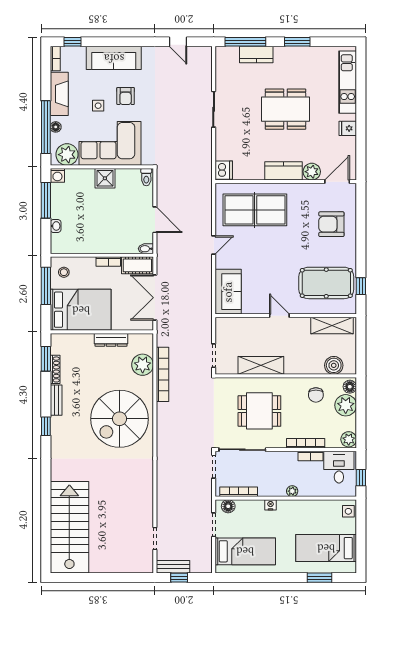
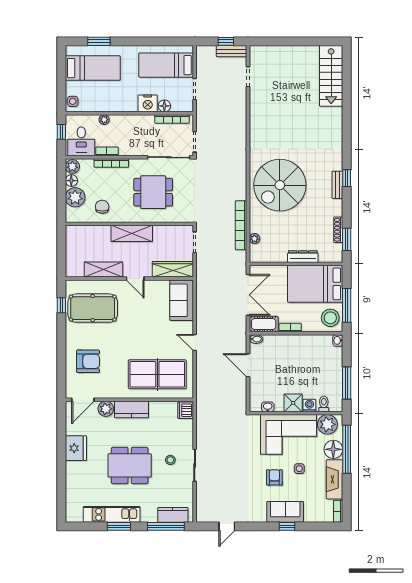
window: (72, 42) -> (287, 526), moved
door: (178, 42) -> (227, 526), swing flipped
kitchen counter: (256, 55) -> (173, 515), moved
sofa: (114, 58) -> (285, 512), width x0.73
kitchen unit: (348, 82) -> (112, 514), moved, turned -90
stool: (241, 115) -> (170, 460), added
floor lamp: (56, 127) -> (333, 449), width x1.89, depth x1.89
fridge: (348, 128) -> (76, 448), width x1.88, depth x1.34
washbasin: (133, 174) -> (268, 407), added
washing machine: (57, 175) -> (309, 405), moved
toilet: (146, 177) -> (324, 404), moved
washbasin: (56, 226) -> (338, 340), moved
door: (214, 245) -> (195, 342), hinge flipped
stool: (64, 272) -> (330, 318), width x1.89, depth x1.89
shelving: (332, 325) -> (103, 270), moved
wardrobe: (238, 326) -> (173, 269), added
dresser: (111, 340) -> (303, 257), moved
plant: (143, 365) -> (254, 239), width x0.53, depth x0.53
shelving: (261, 365) -> (132, 233), moved
boiler: (334, 365) -> (86, 233), removed
floor lamp: (350, 387) -> (71, 181), moved
bench: (56, 400) -> (337, 185), moved
spiral stairs: (120, 419) -> (280, 185), turned 180
plant: (292, 491) -> (104, 120), moved
nightstand: (271, 505) -> (148, 103), width x1.89, depth x1.79
floor lamp: (228, 506) -> (164, 106), moved
stairs: (69, 527) -> (331, 76), width x0.73, depth x0.66

